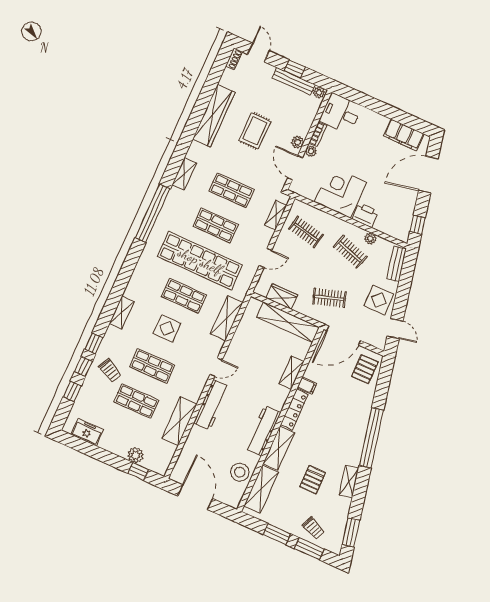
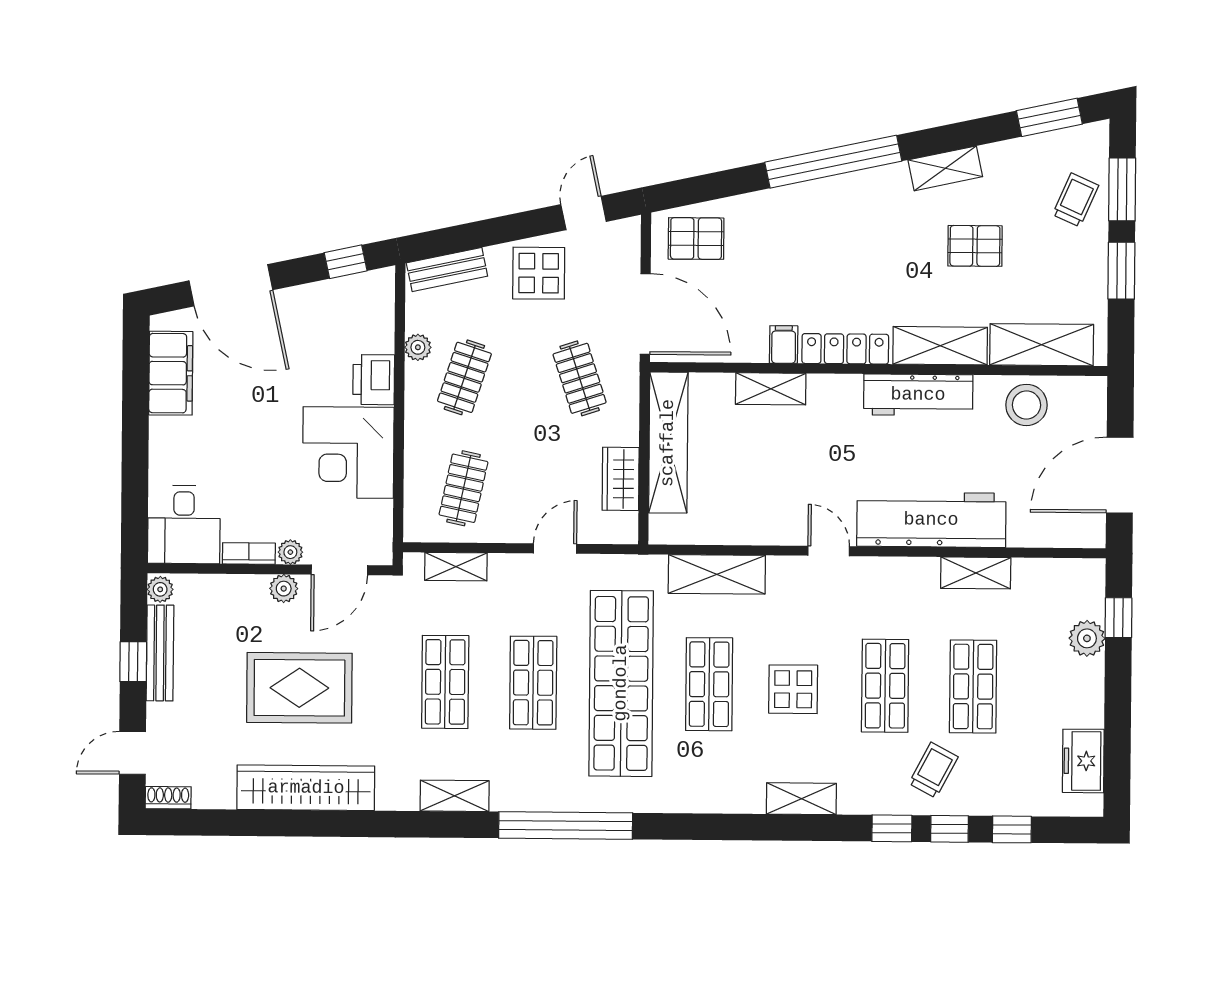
rug: (255, 131) -> (299, 688), width x1.36, depth x1.43
door: (266, 258) -> (555, 549), hinge flipped
workbench: (211, 405) -> (931, 520), width x1.36, depth x1.32
shelving: (179, 421) -> (976, 573), width x0.67, depth x0.75

